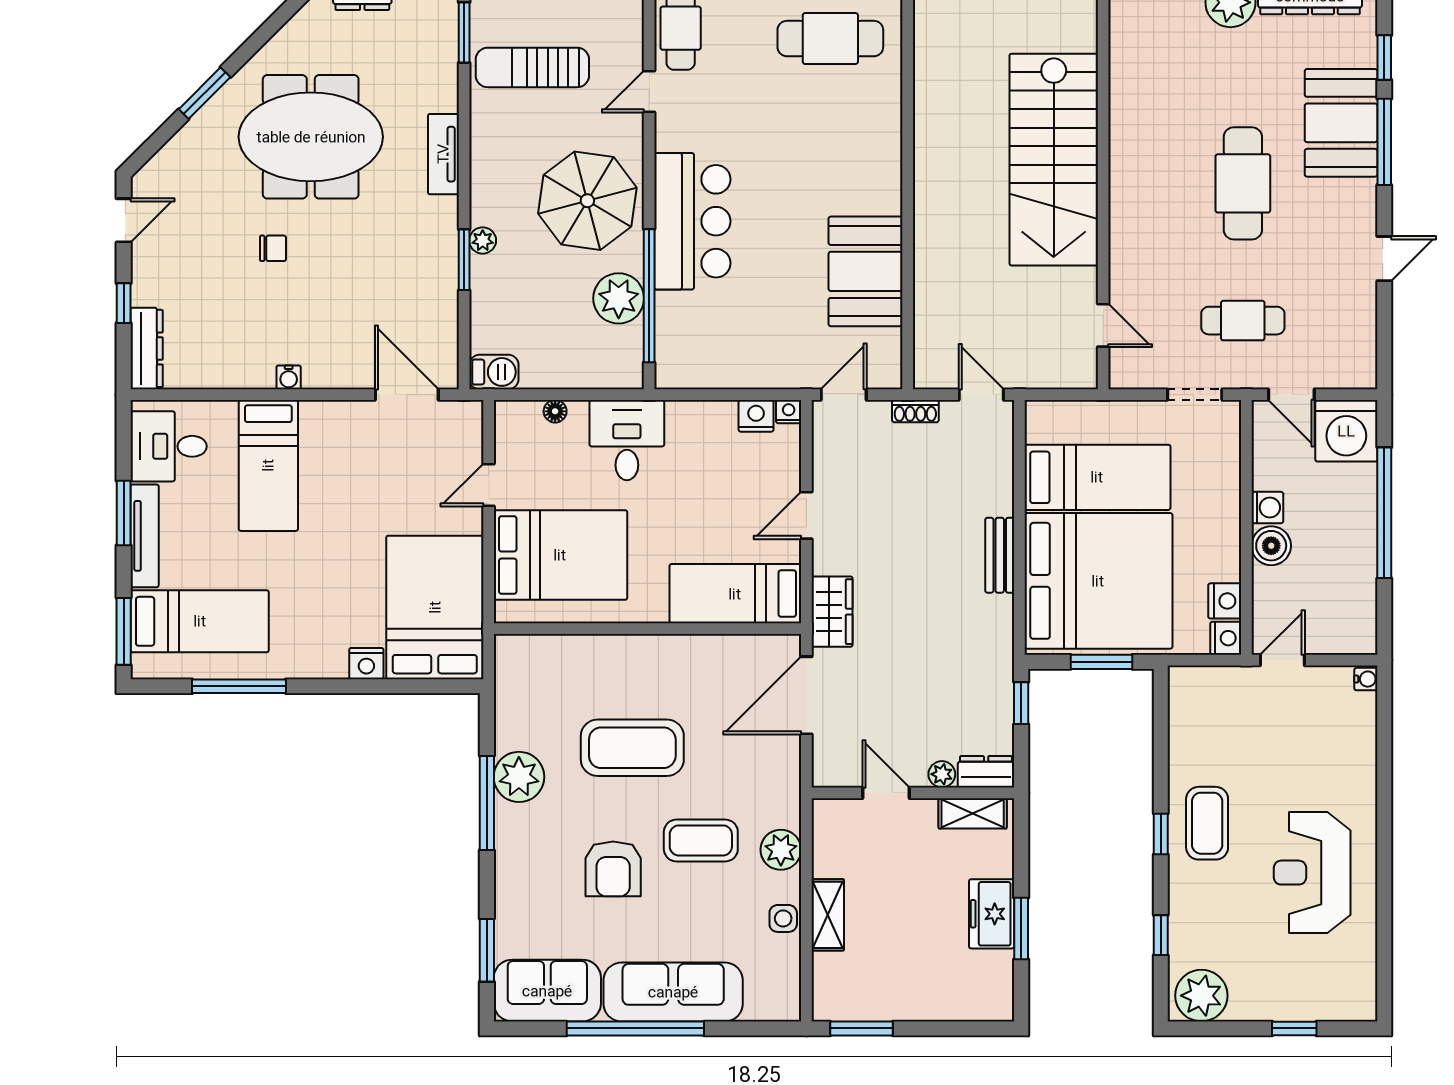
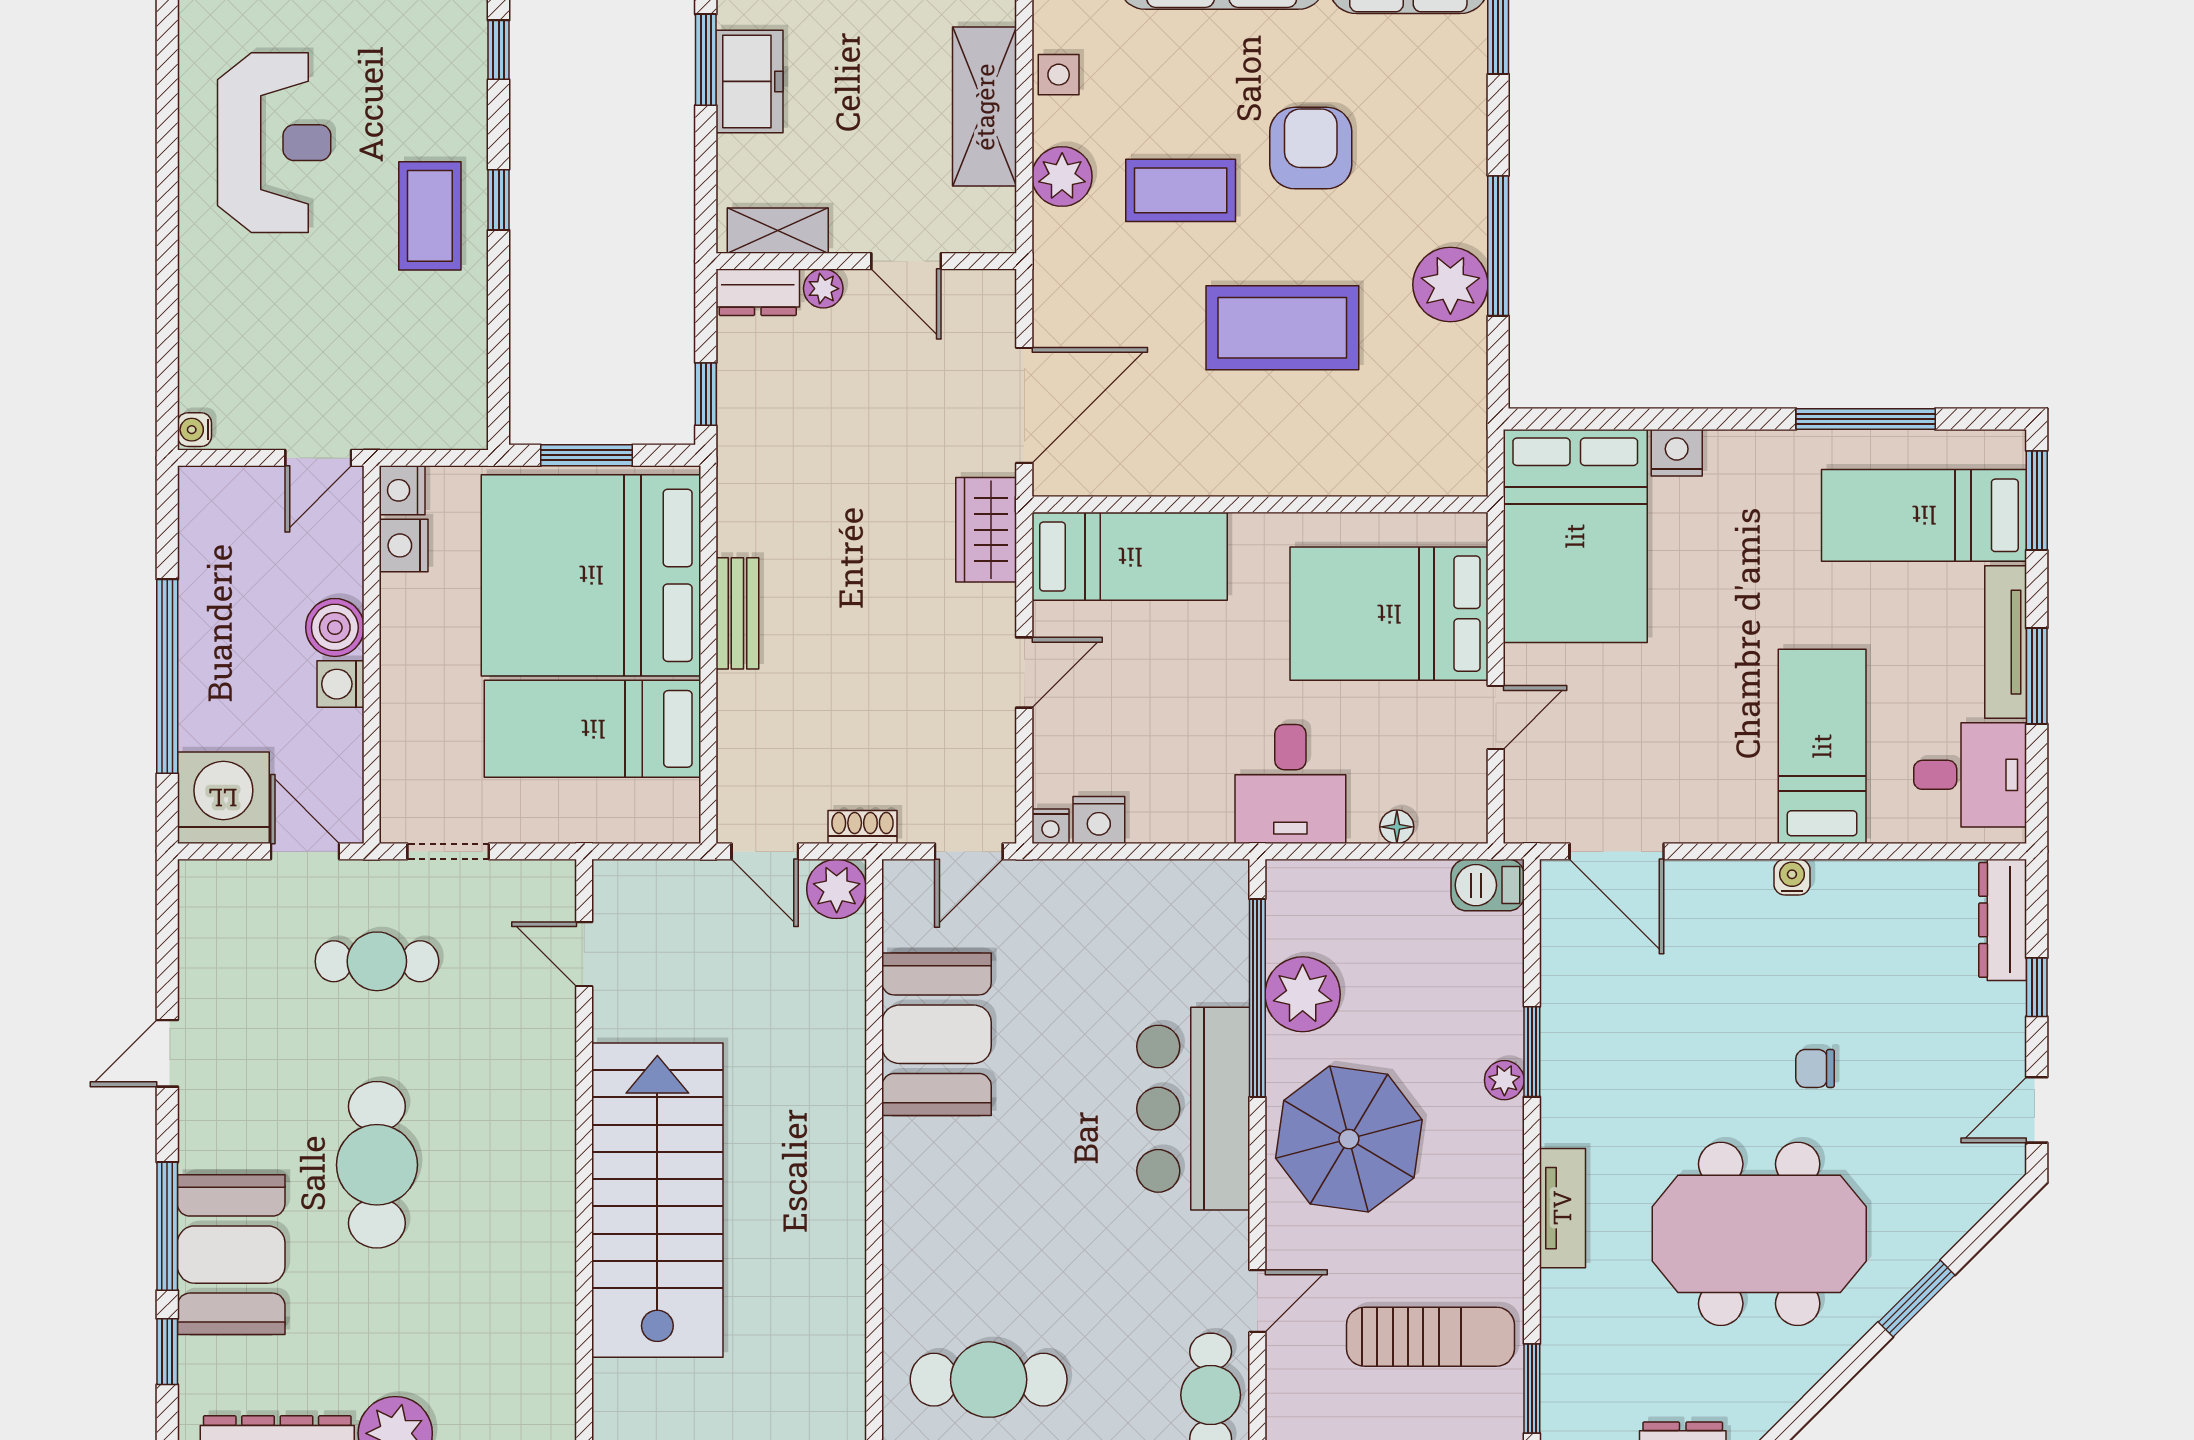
plant: (933, 369) -> (837, 889), added
shelving: (828, 915) -> (985, 107), width x1.50, depth x1.33

